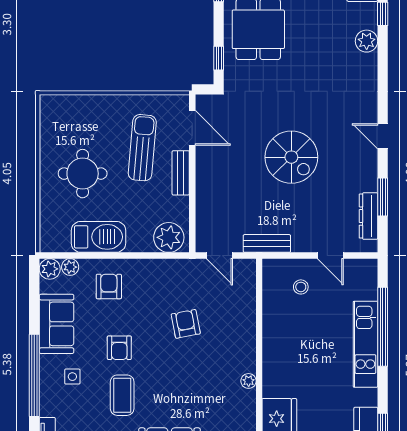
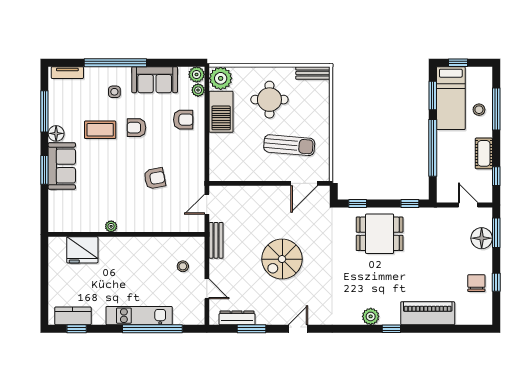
bench: (181, 173) -> (313, 73), moved
plant: (169, 237) -> (221, 78), moved
door: (330, 256) -> (207, 289), swing flipped

